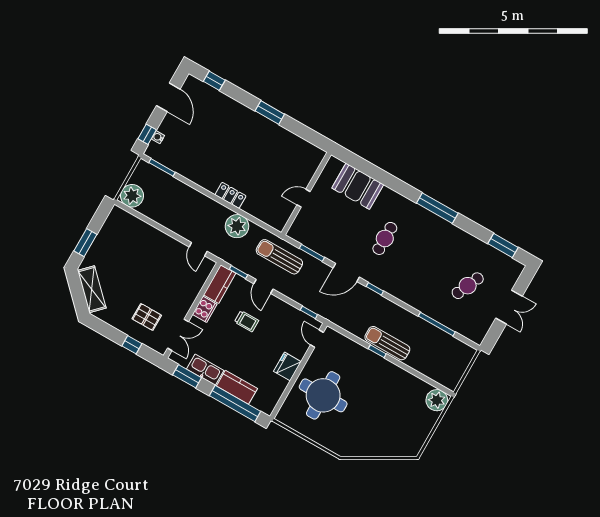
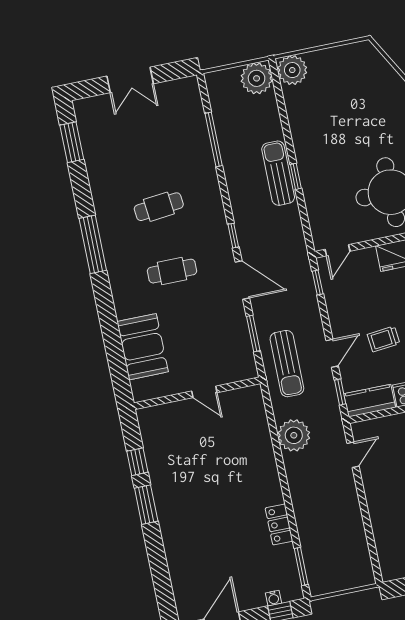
window: (214, 81) -> (137, 462), moved
locker: (230, 195) -> (279, 524), moved
plant: (132, 196) -> (257, 78), moved
cafe table: (468, 286) -> (159, 207), moved, turned -30
double door: (509, 307) -> (130, 80), swing flipped
trolley: (247, 321) -> (384, 339), turned -96
sun lounger: (387, 343) -> (278, 173), turned 180

